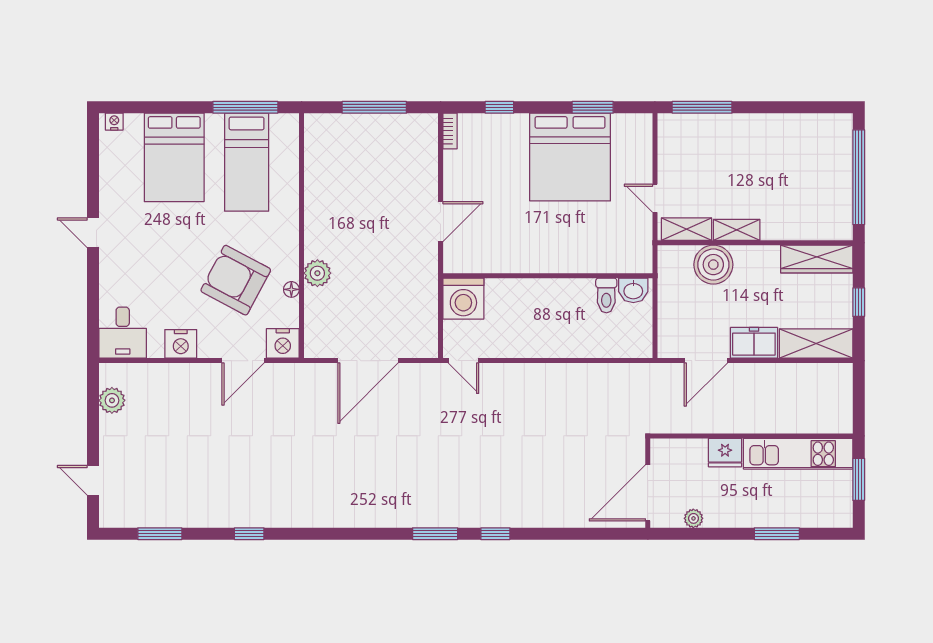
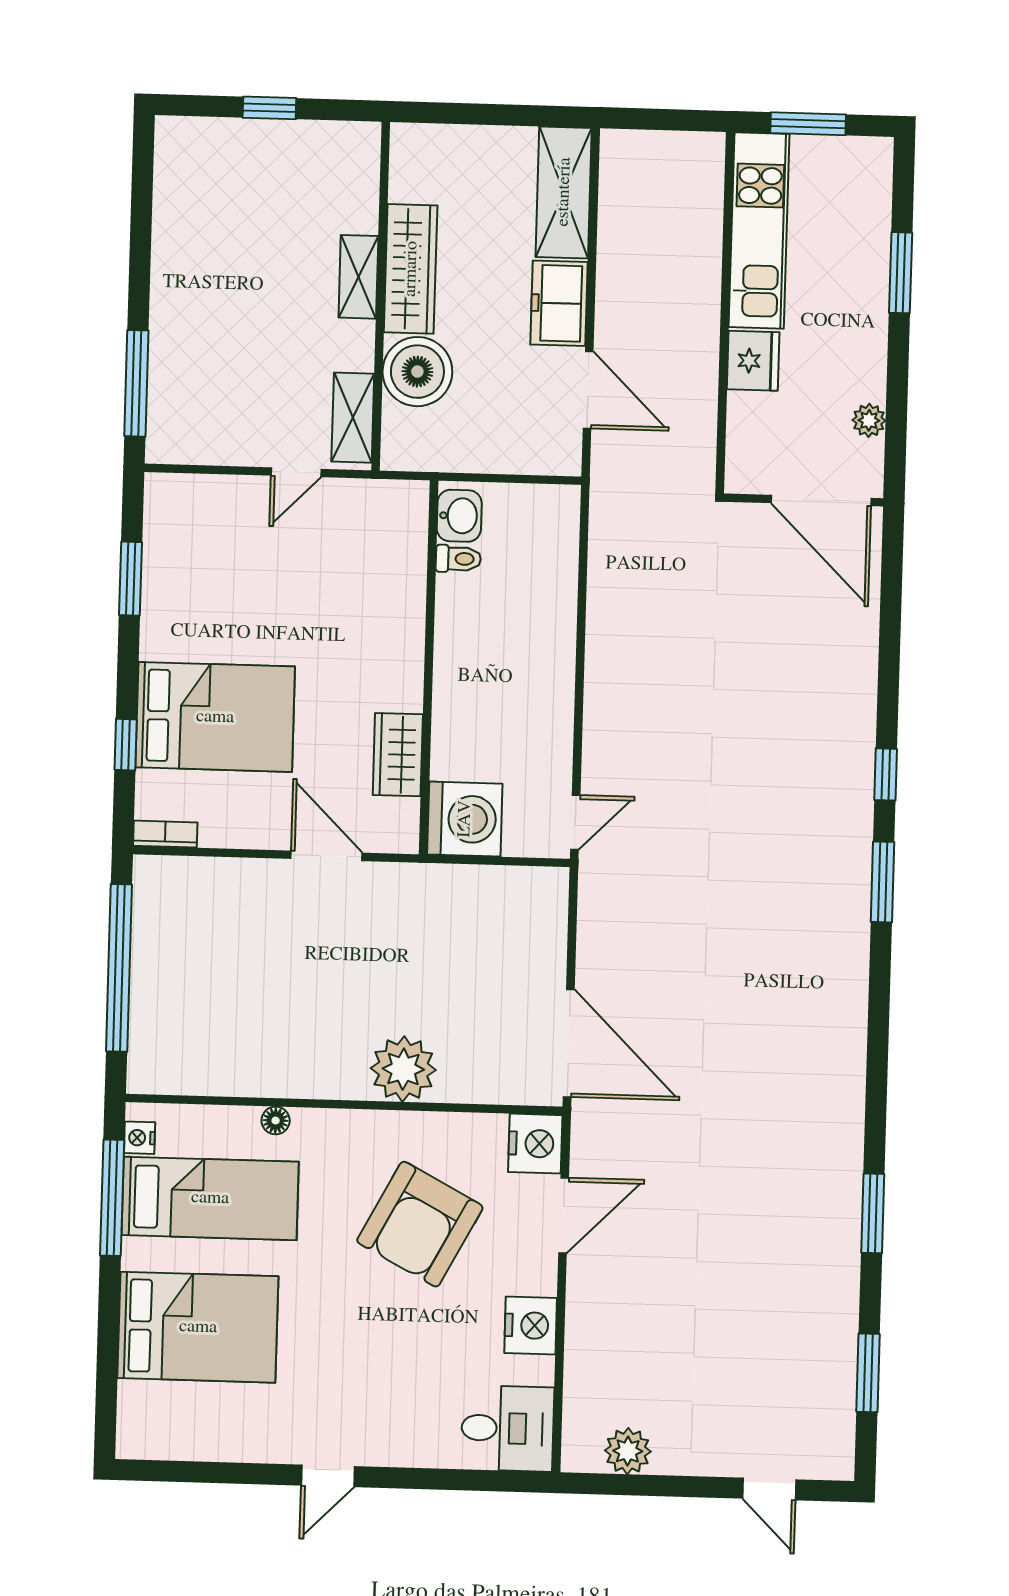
window: (374, 107) -> (119, 968), width x1.46
nightstand: (114, 122) -> (140, 1138), moved
bed: (570, 157) -> (215, 717), moved, width x0.73
window: (859, 177) -> (269, 108), width x0.32
shelving: (737, 230) -> (358, 277), moved
wardrobe: (817, 259) -> (411, 269), moved
wardrobe: (498, 260) -> (398, 755), added
plant: (317, 273) -> (403, 1069), width x1.36, depth x1.36
floor lamp: (291, 289) -> (276, 1120), moved
toilet: (606, 295) -> (458, 559), width x0.73, depth x0.72
window: (859, 302) -> (492, 114), removed
door: (243, 361) -> (564, 1215), hinge flipped
door: (368, 361) -> (569, 1043), moved
door: (93, 480) -> (769, 1489), hinge flipped
window: (249, 534) -> (873, 1213), width x1.50

